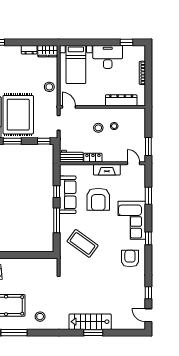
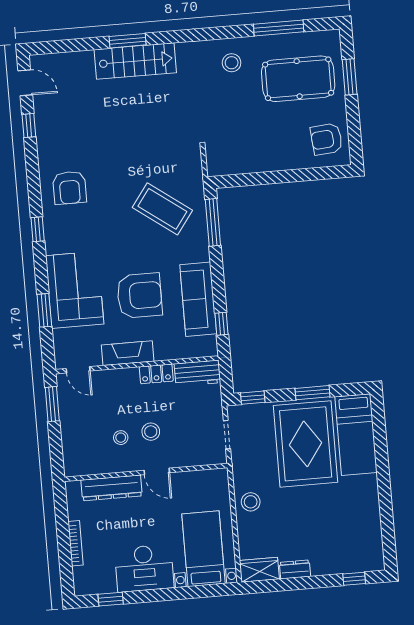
door: (69, 107) -> (157, 471), moved
window: (57, 192) -> (221, 324), moved
armchair: (98, 199) -> (139, 296), turned 90
window: (57, 220) -> (213, 222), moved
corner sofa: (132, 220) -> (75, 290), moved

